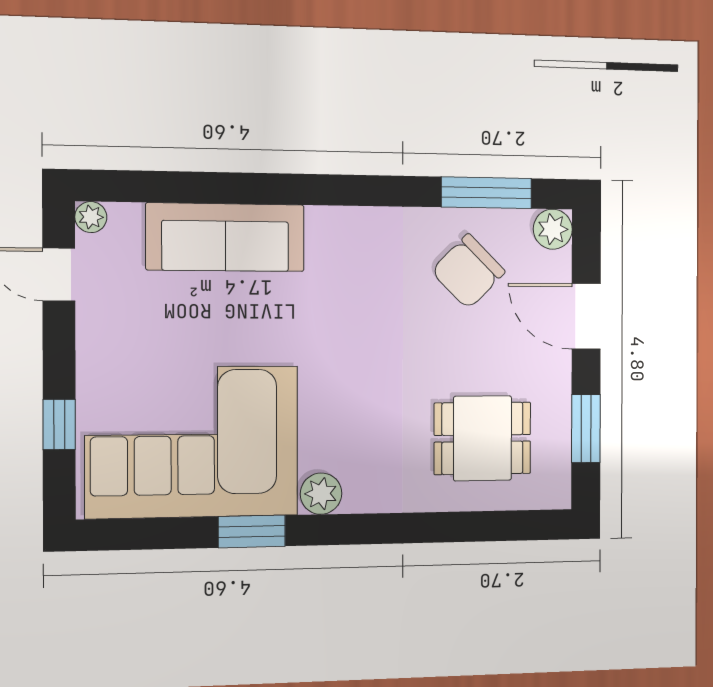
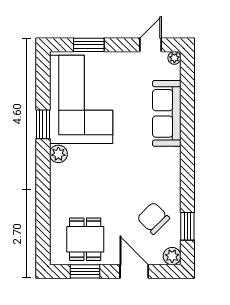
window: (487, 193) -> (187, 226), width x0.69
door: (586, 316) -> (134, 271), hinge flipped
window: (59, 424) -> (89, 45), width x1.50
dining table: (482, 438) -> (85, 239), moved

